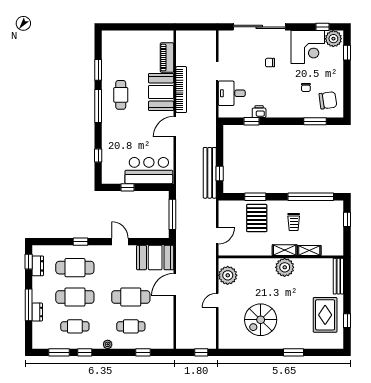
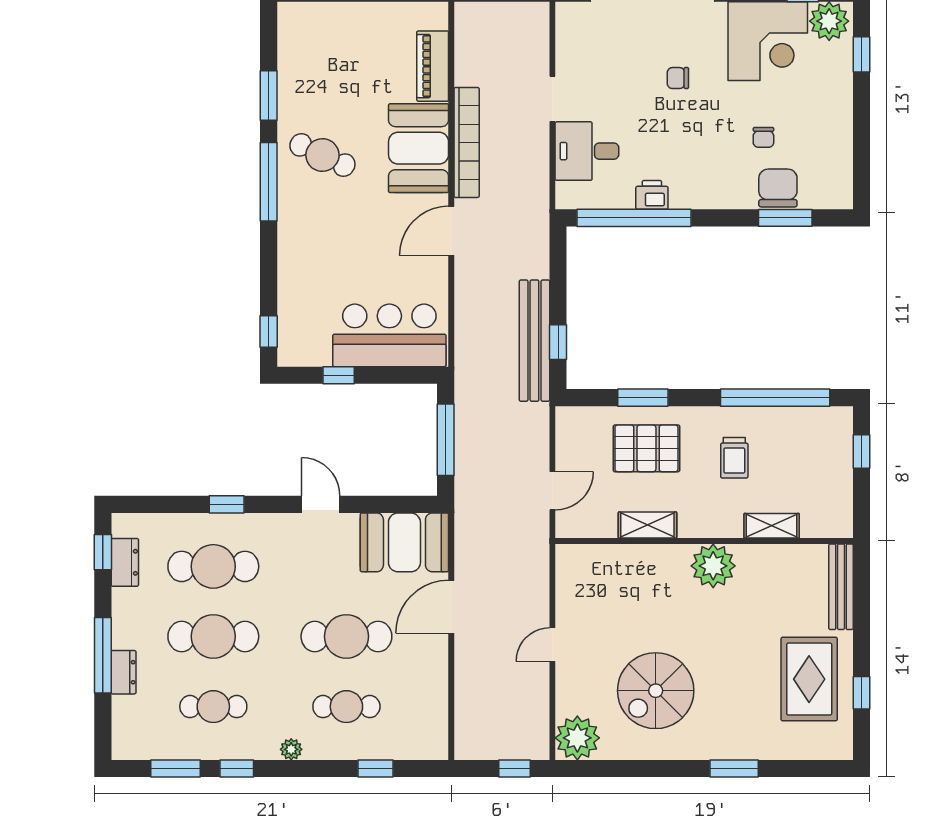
cafe table: (121, 95) -> (322, 155), turned -65
chair: (328, 100) -> (778, 188), moved, turned -82
window: (251, 121) -> (634, 218), width x3.17
window: (98, 155) -> (269, 331), moved
pallet: (257, 218) -> (646, 448), turned 90
shelving: (285, 250) -> (647, 525), moved
plant: (228, 275) -> (577, 738), moved

